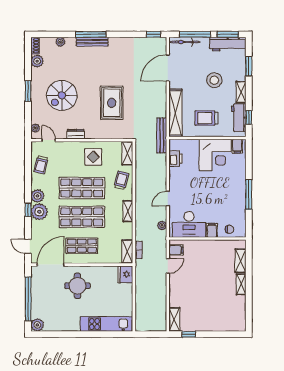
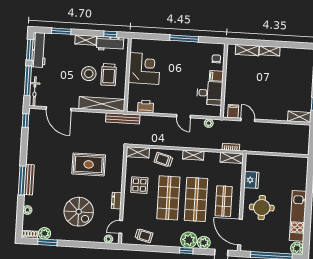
stool: (214, 80) -> (89, 74), moved
window: (28, 91) -> (47, 242), moved
filing cabinet: (237, 146) -> (137, 47), removed
plant: (37, 196) -> (204, 243), moved
desk: (189, 224) -> (210, 93), width x0.73
fridge: (125, 274) -> (251, 180), moved, turned -90
kitchen unit: (106, 324) -> (298, 216), moved

